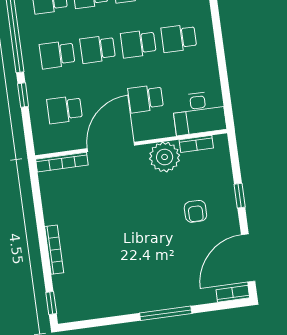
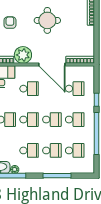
door: (111, 147) -> (52, 65), hinge flipped
round table: (130, 224) -> (47, 20), added

